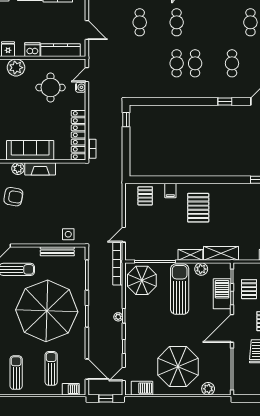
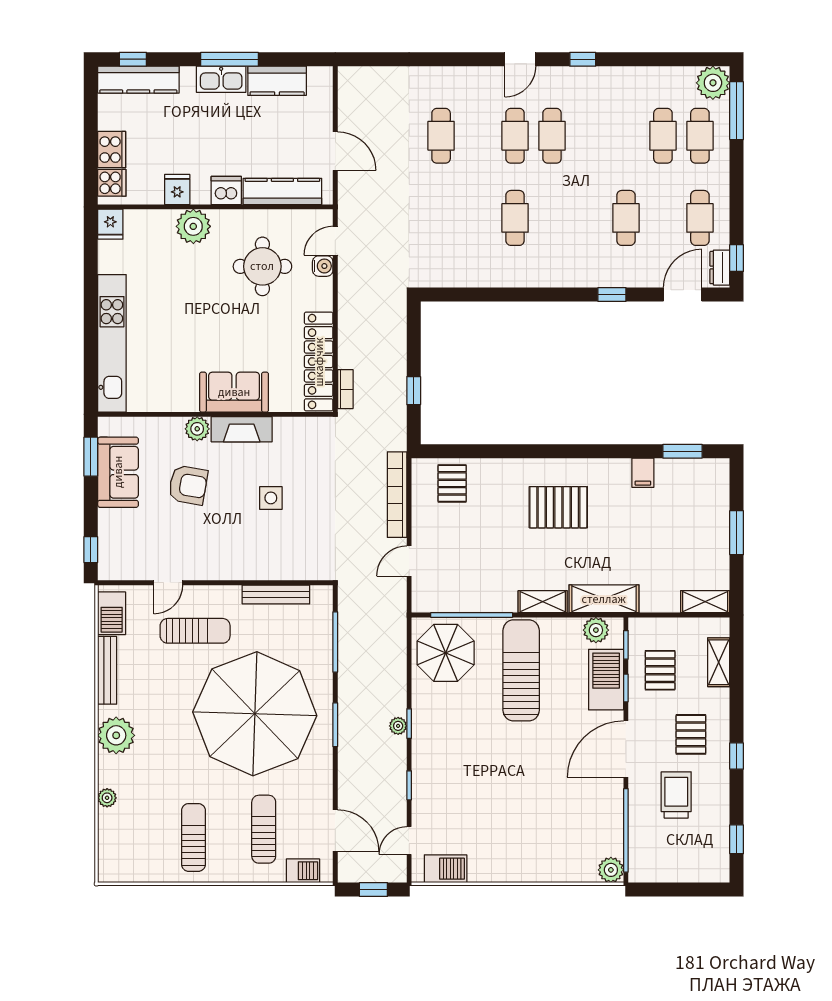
cafe table: (195, 63) -> (552, 136), moved
window: (126, 120) -> (414, 391), moved
sofa: (30, 150) -> (234, 392), width x0.73
filing cabinet: (170, 191) -> (643, 473), moved
pallet: (198, 208) -> (558, 507), turned 90
side table: (68, 234) -> (271, 498), moved
bookcase: (118, 264) -> (397, 495), moved
plant: (201, 269) -> (596, 630), moved
parasol: (178, 367) -> (518, 825), removed
plant: (208, 389) -> (611, 870), moved

